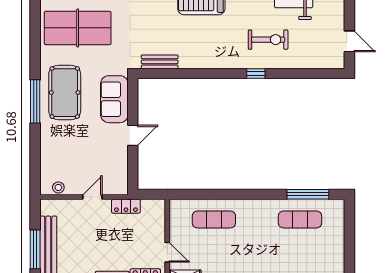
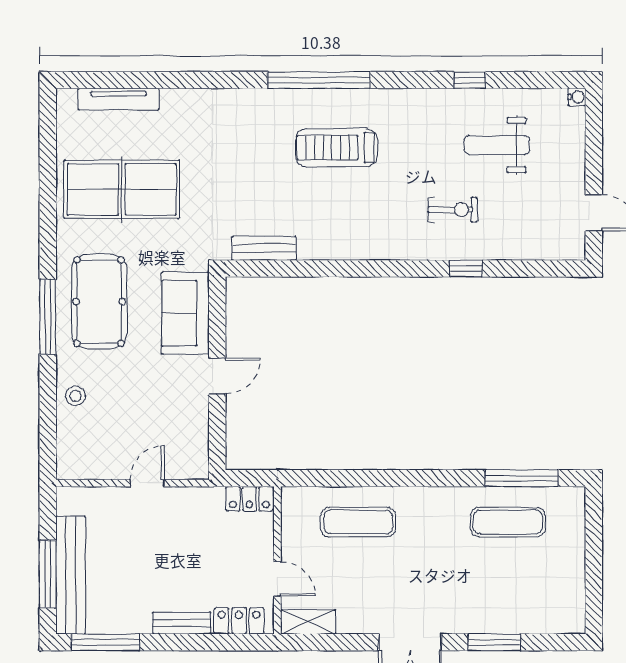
exercise bike: (268, 40) -> (453, 210), width x0.73, depth x0.72
window: (256, 74) -> (466, 269), moved
stool: (58, 187) -> (75, 396), moved
locker: (126, 206) -> (249, 499), moved

